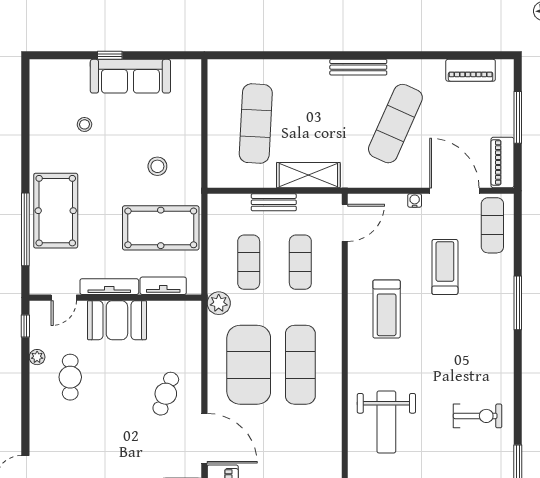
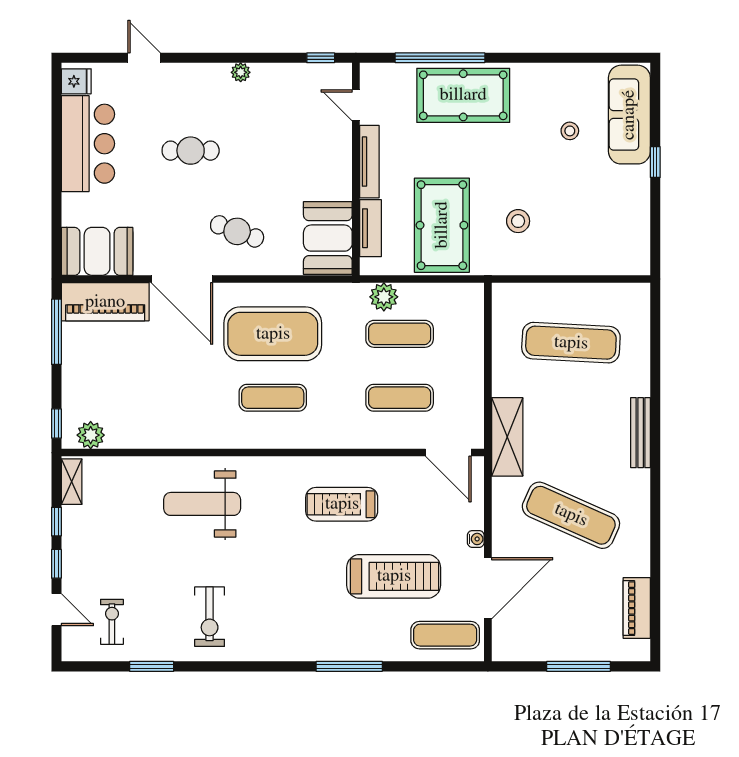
bench: (358, 67) -> (641, 433), moved
sofa: (130, 76) -> (629, 115), moved
piano: (502, 162) -> (523, 648), removed
shelving: (308, 175) -> (507, 437), moved
bench: (274, 202) -> (474, 365), removed
treadmill: (445, 267) -> (394, 576), width x1.37, depth x1.38
plant: (219, 303) -> (384, 297), moved
booth: (117, 320) -> (328, 238), moved
plant: (37, 357) -> (241, 72), moved
exercise mat: (300, 365) -> (273, 398), width x0.73, depth x0.69
cafe table: (70, 377) -> (191, 151), moved
door: (204, 438) -> (182, 279), hinge flipped

